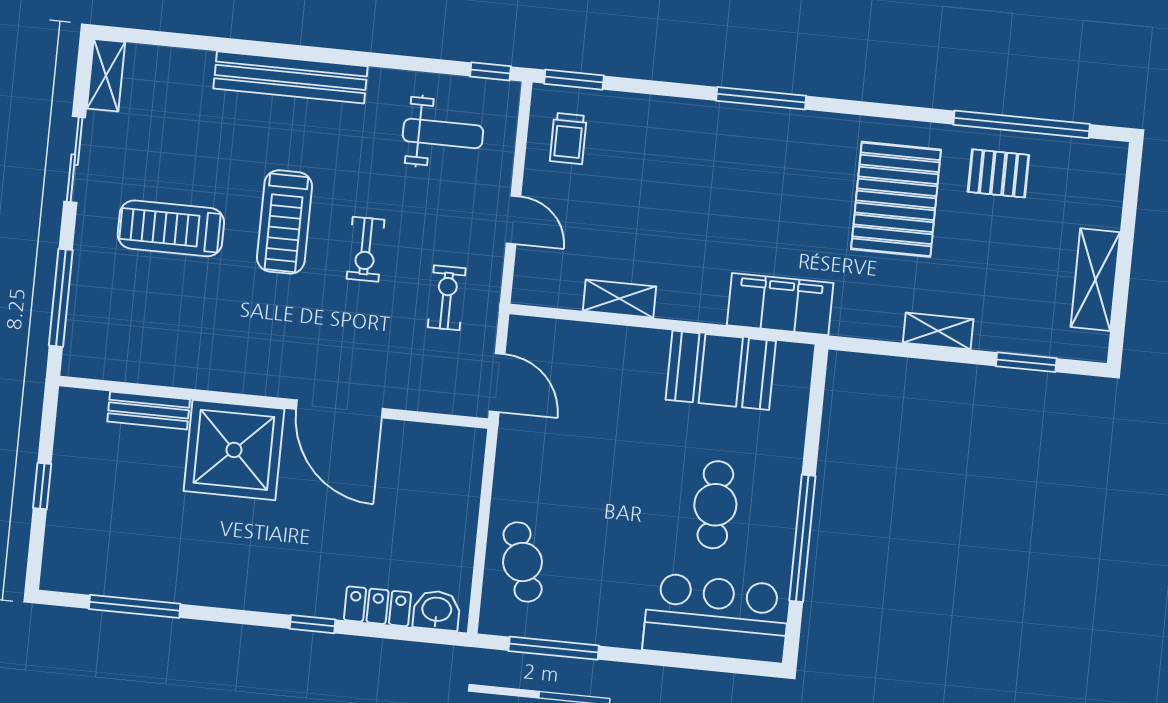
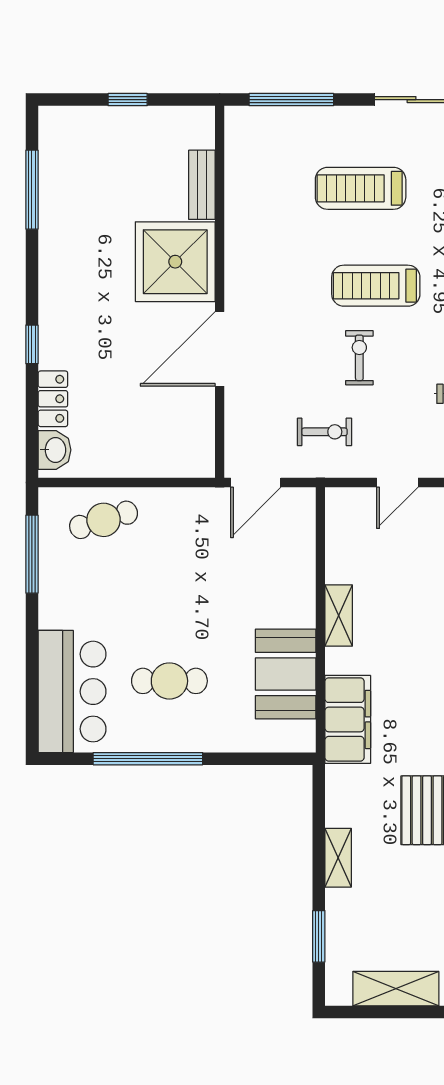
treadmill: (171, 228) -> (361, 188), turned -90
exercise bike: (366, 249) -> (359, 358), turned 90
shelving: (619, 299) -> (339, 616), moved

